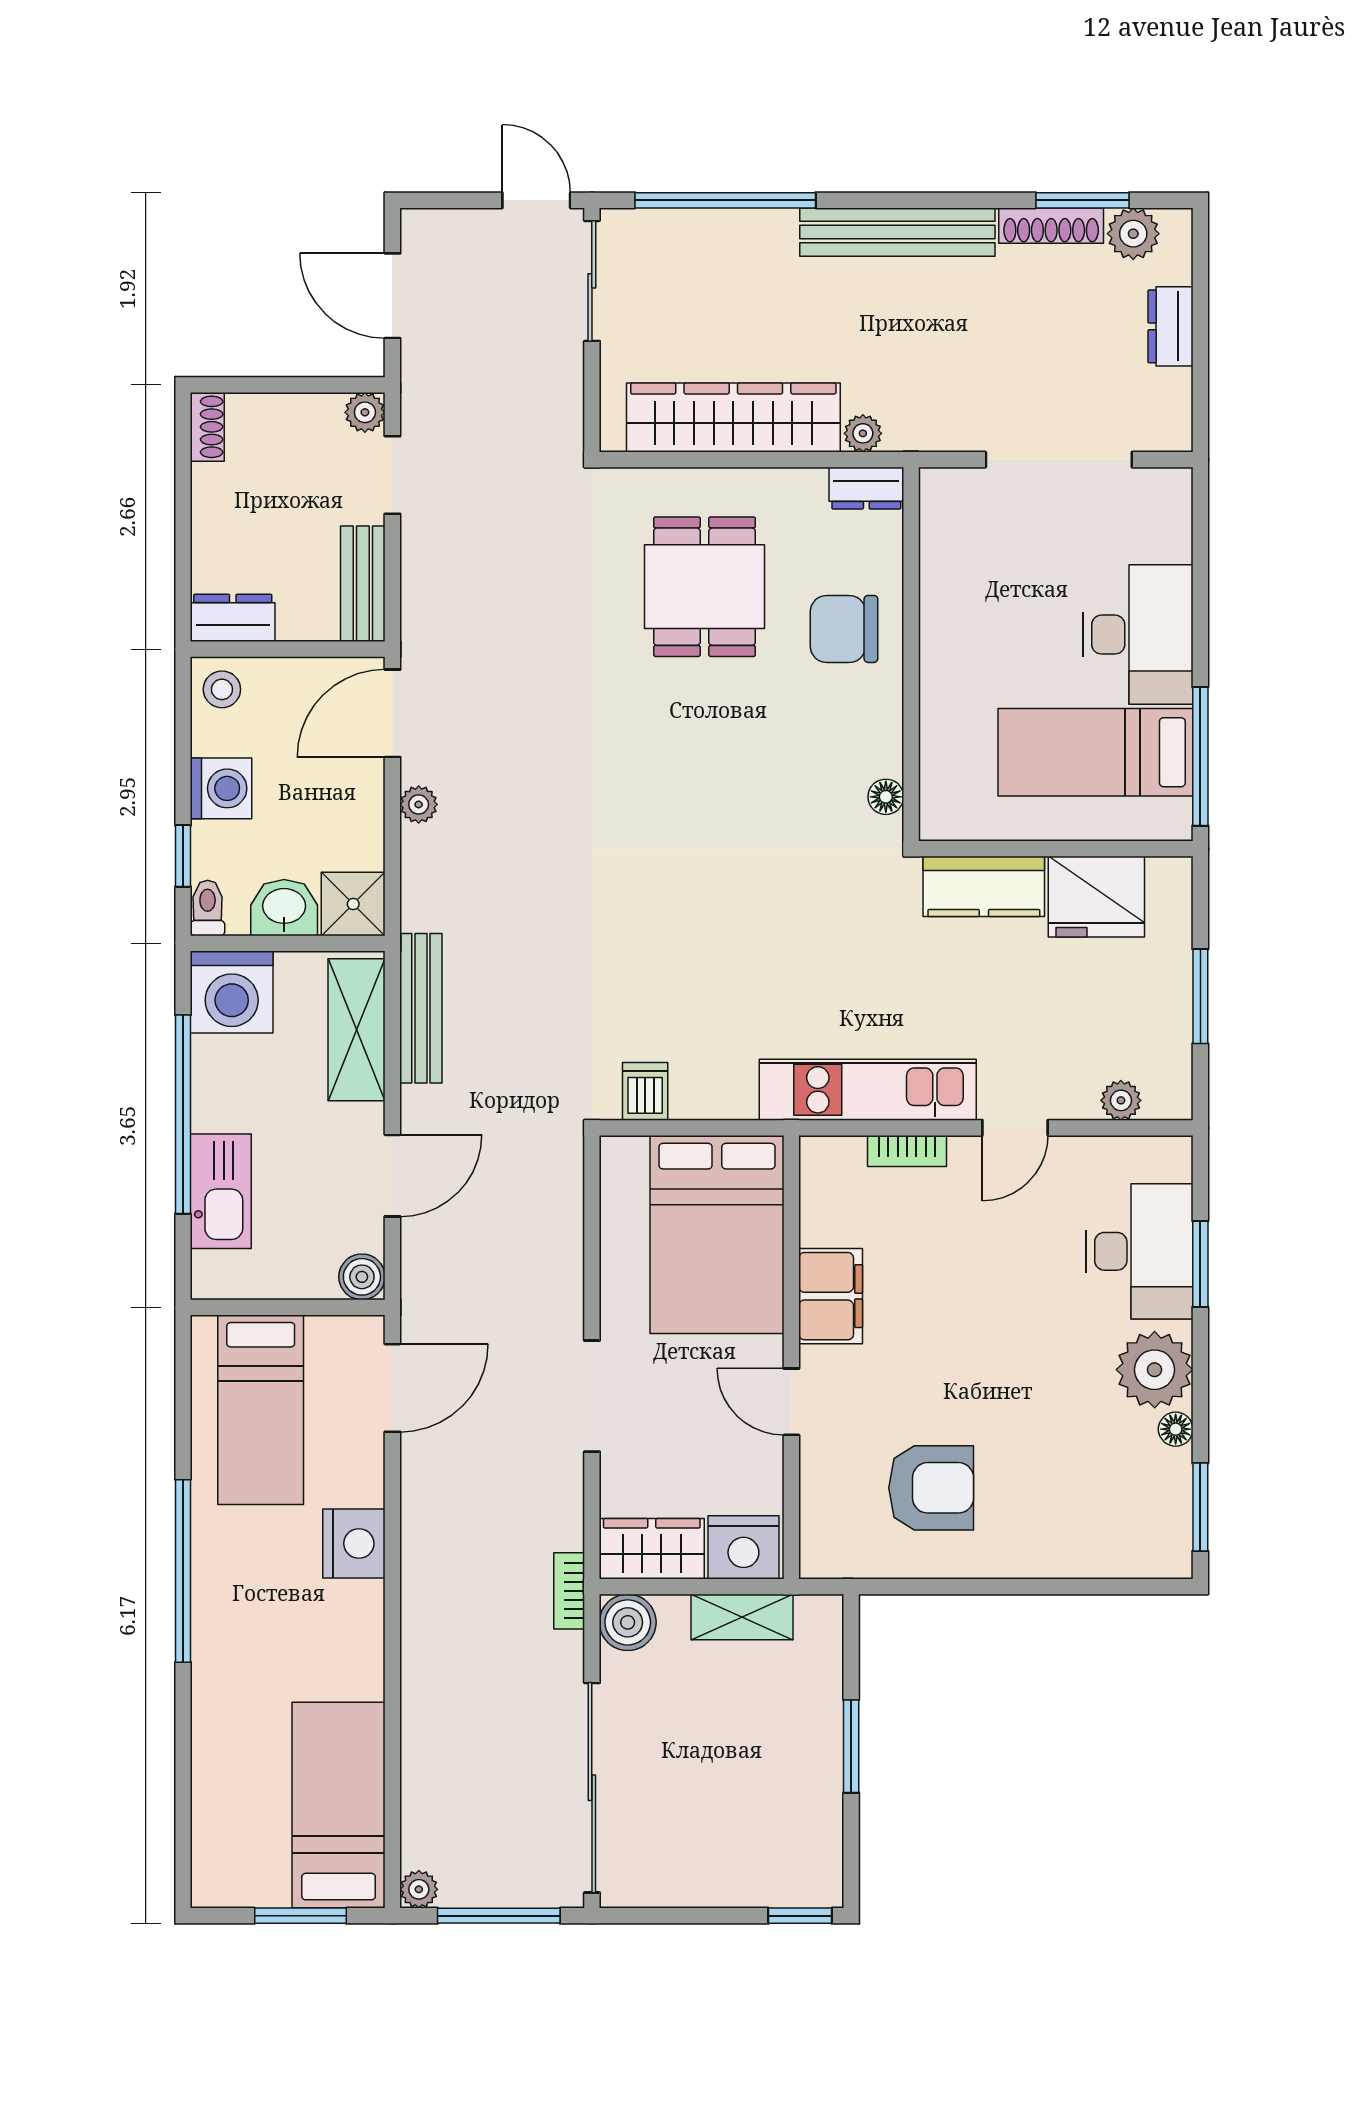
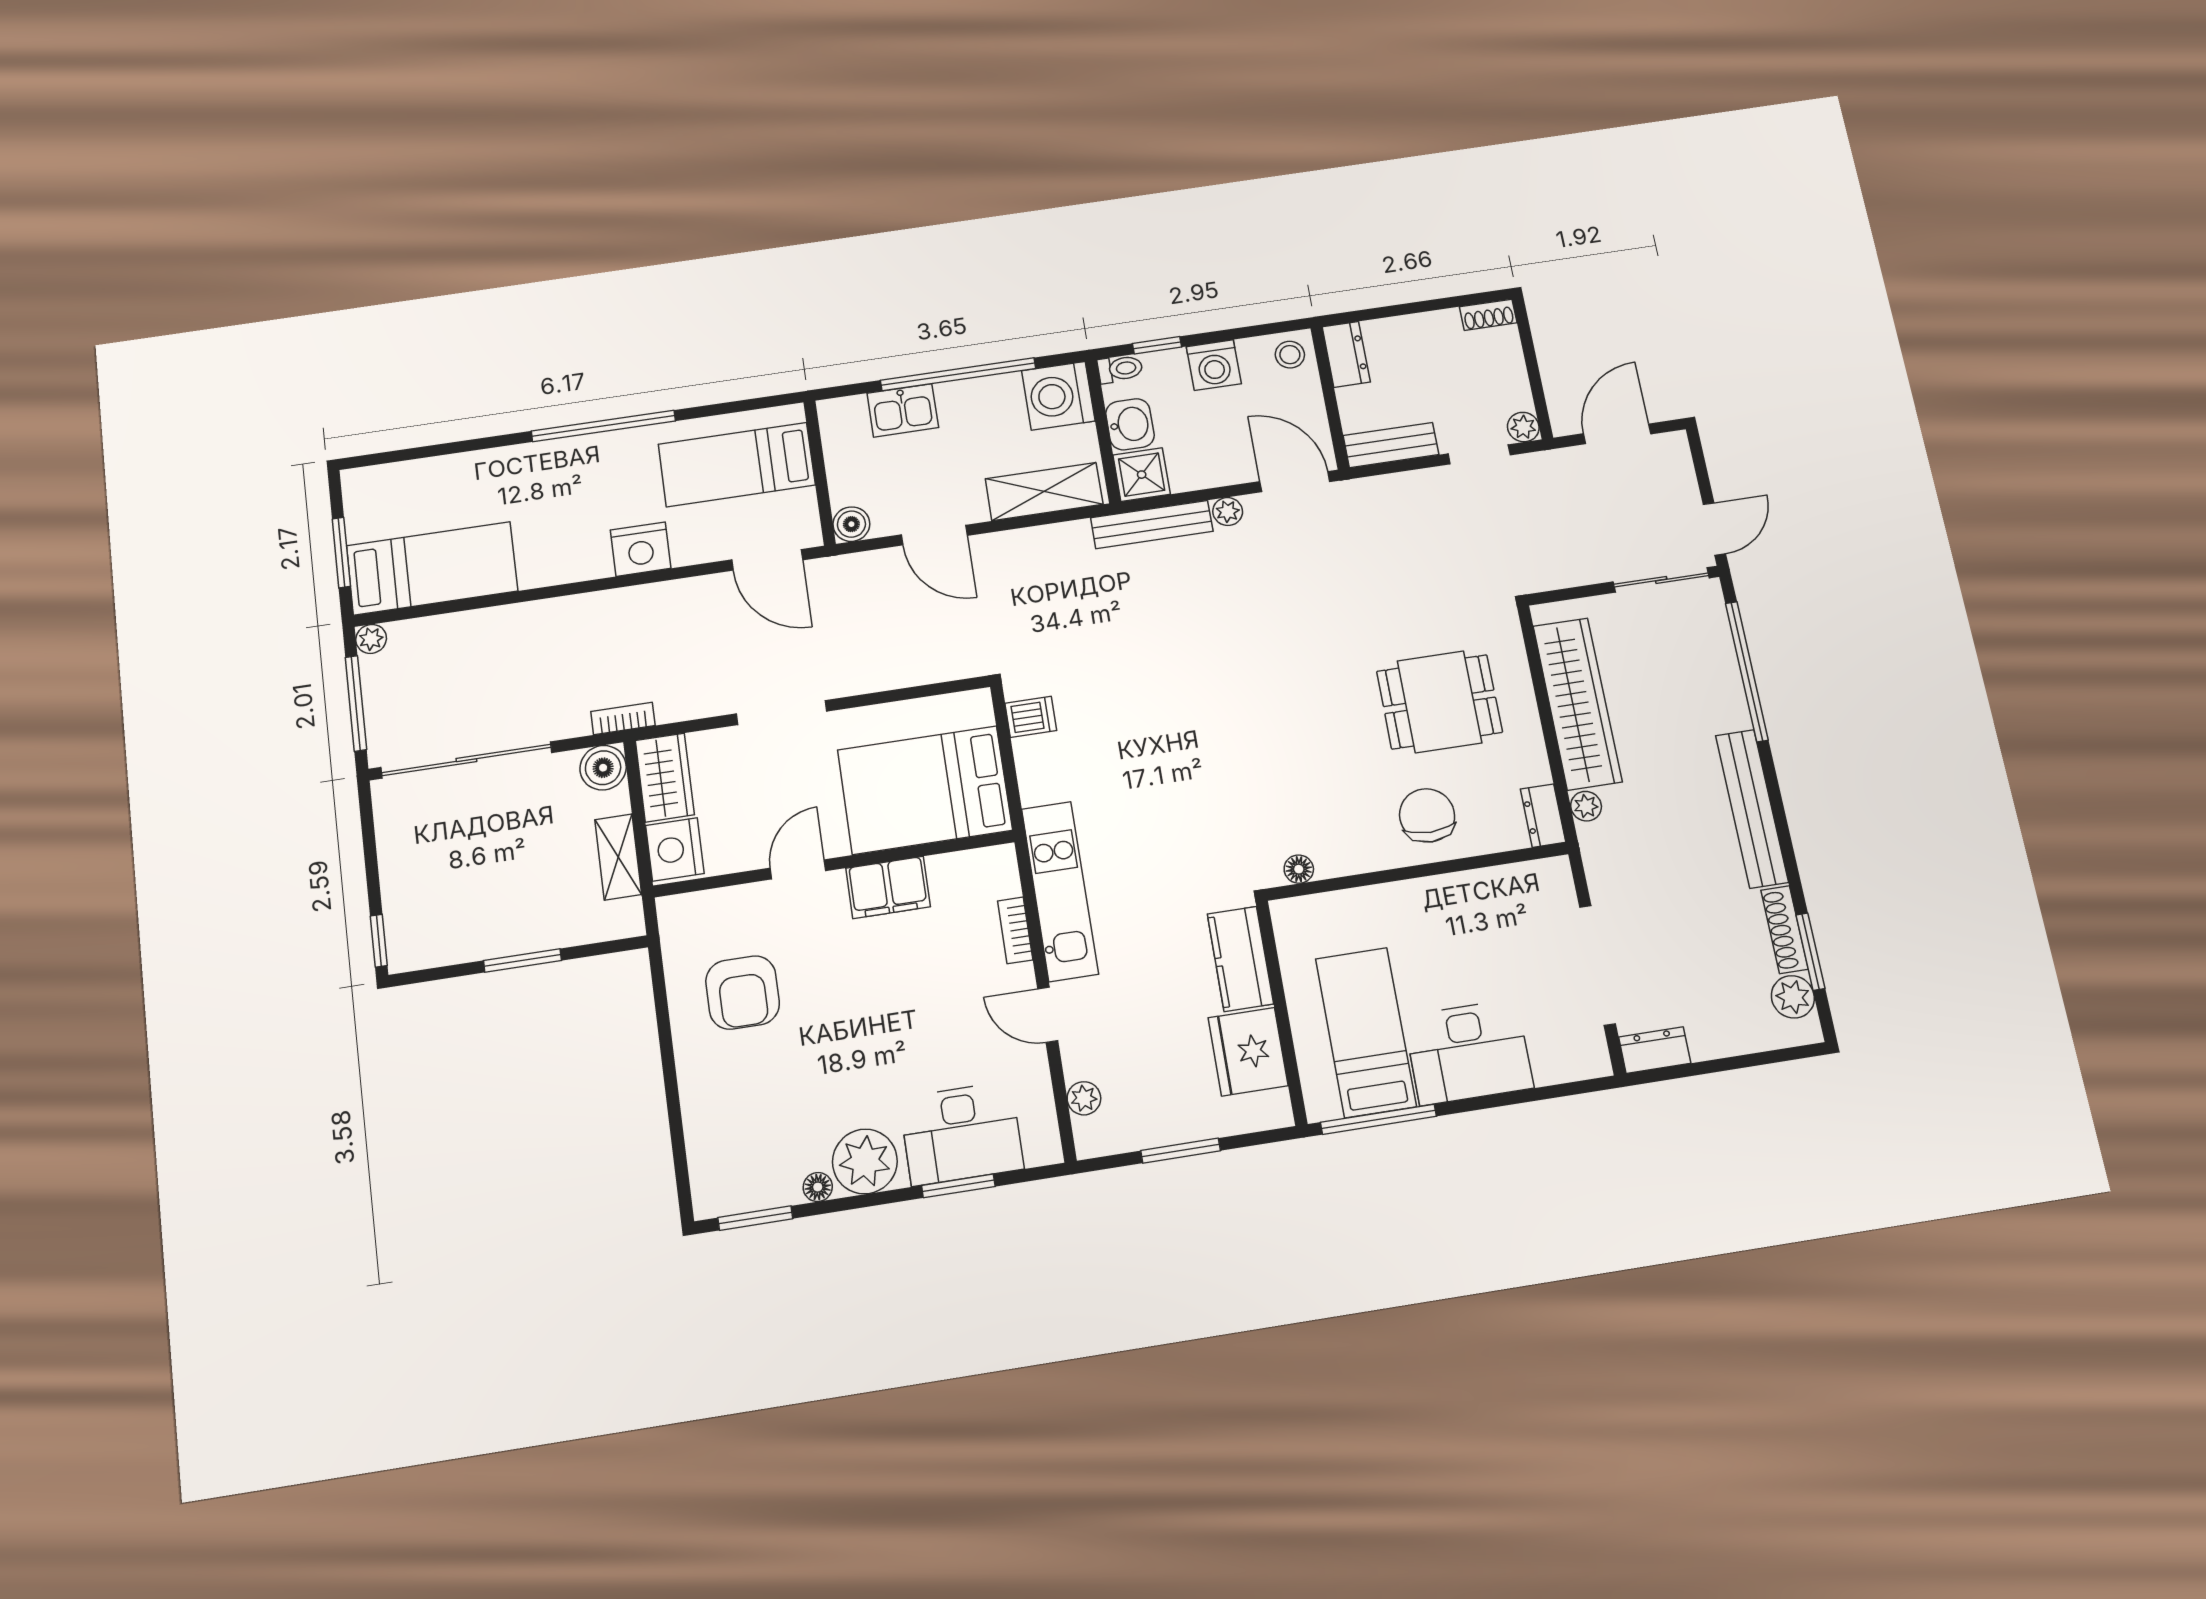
dresser: (1170, 326) -> (1655, 1050), moved
bench: (421, 1008) -> (1152, 525), moved
kitchen sink: (221, 1191) -> (903, 410), width x0.73

